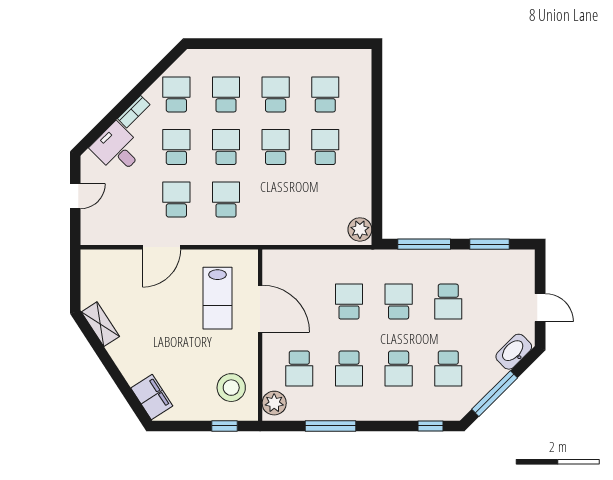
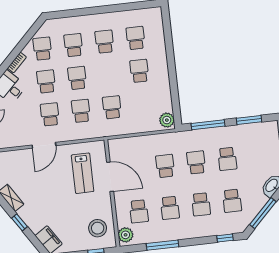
school desk: (276, 147) -> (112, 107), moved
window: (109, 364) -> (20, 222), added

